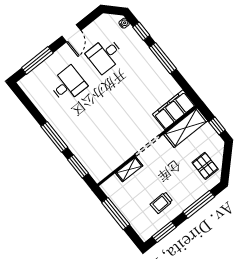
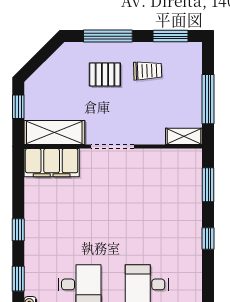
window: (163, 58) -> (18, 230), width x0.46
window: (54, 137) -> (208, 238), width x0.46
pallet: (205, 166) -> (105, 74), moved, turned 90
shelving: (129, 169) -> (184, 136), moved

